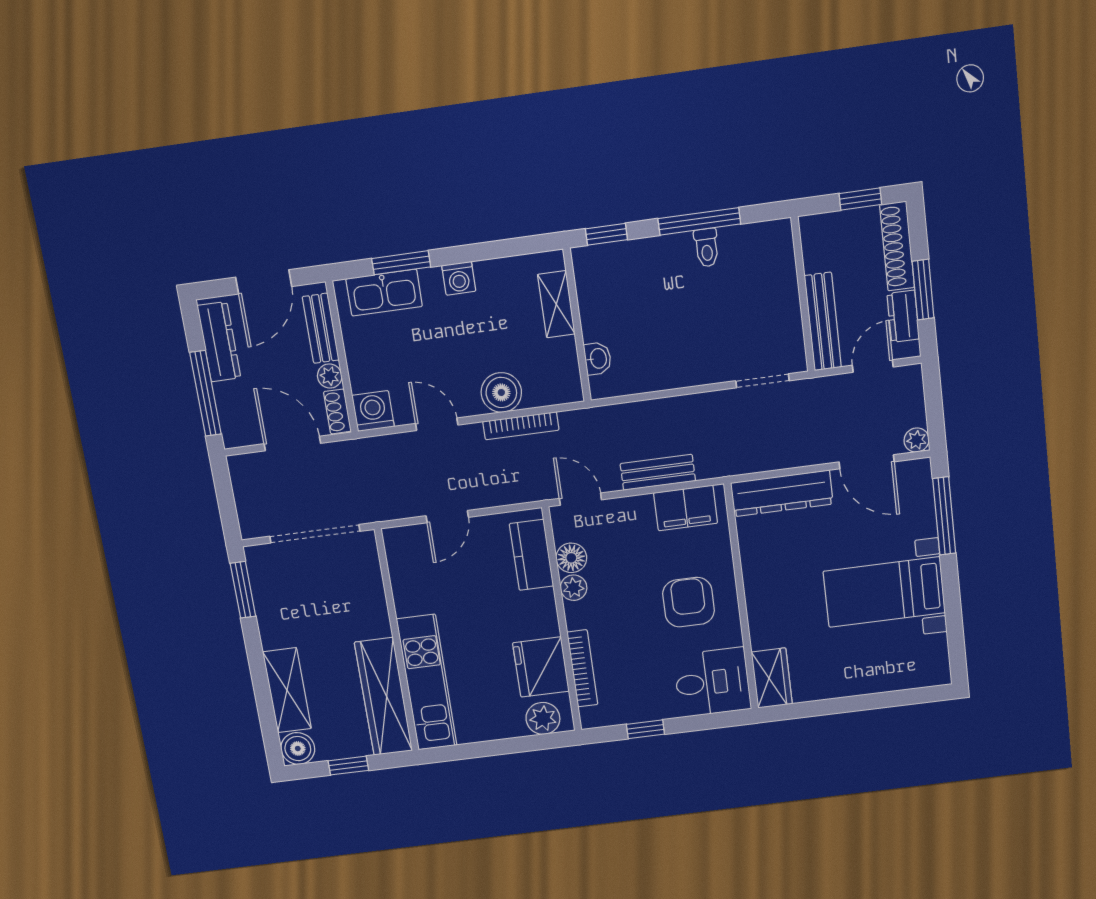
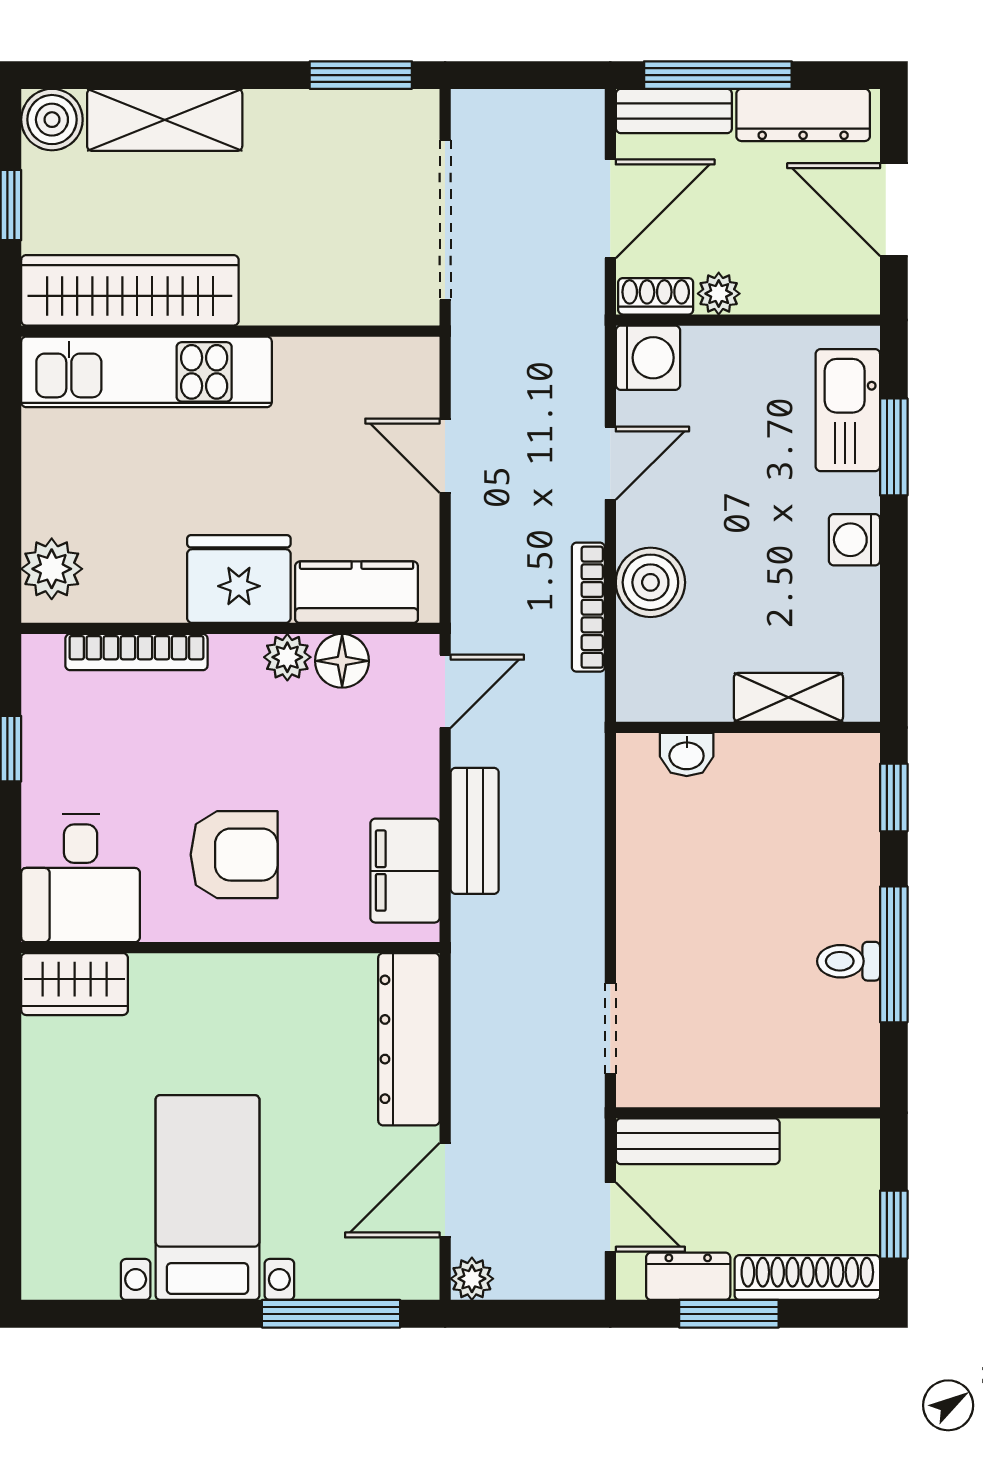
bench: (321, 328) -> (674, 111), moved
fridge: (541, 667) -> (239, 579), moved

